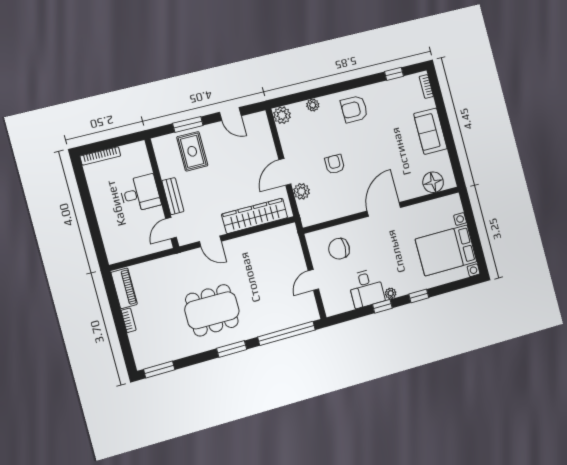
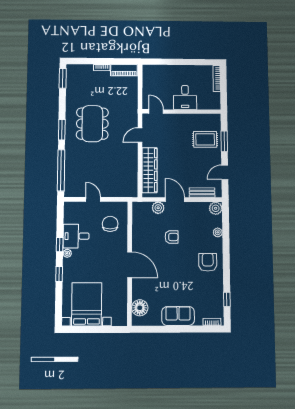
bench: (173, 196) -> (202, 193), moved

